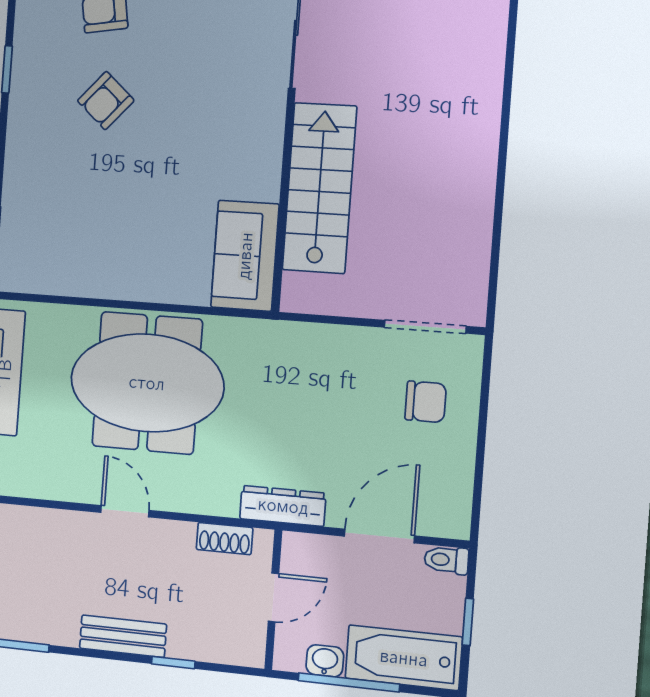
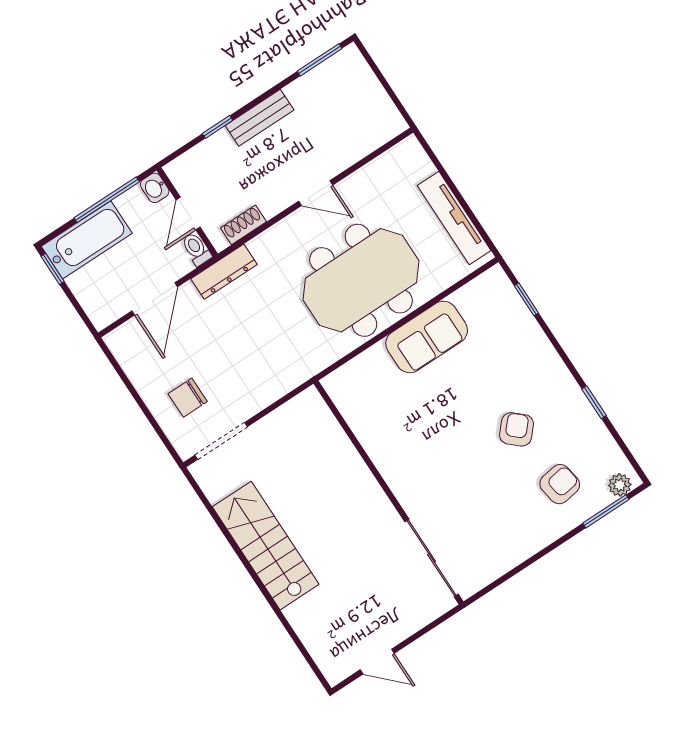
stairs: (319, 188) -> (266, 546), moved, turned 180
sofa: (245, 256) -> (427, 337), moved, turned 90
toilet: (446, 560) -> (196, 249), moved, turned -90
window: (468, 622) -> (53, 269), moved
washbasin: (325, 661) -> (155, 188), moved, turned 90

